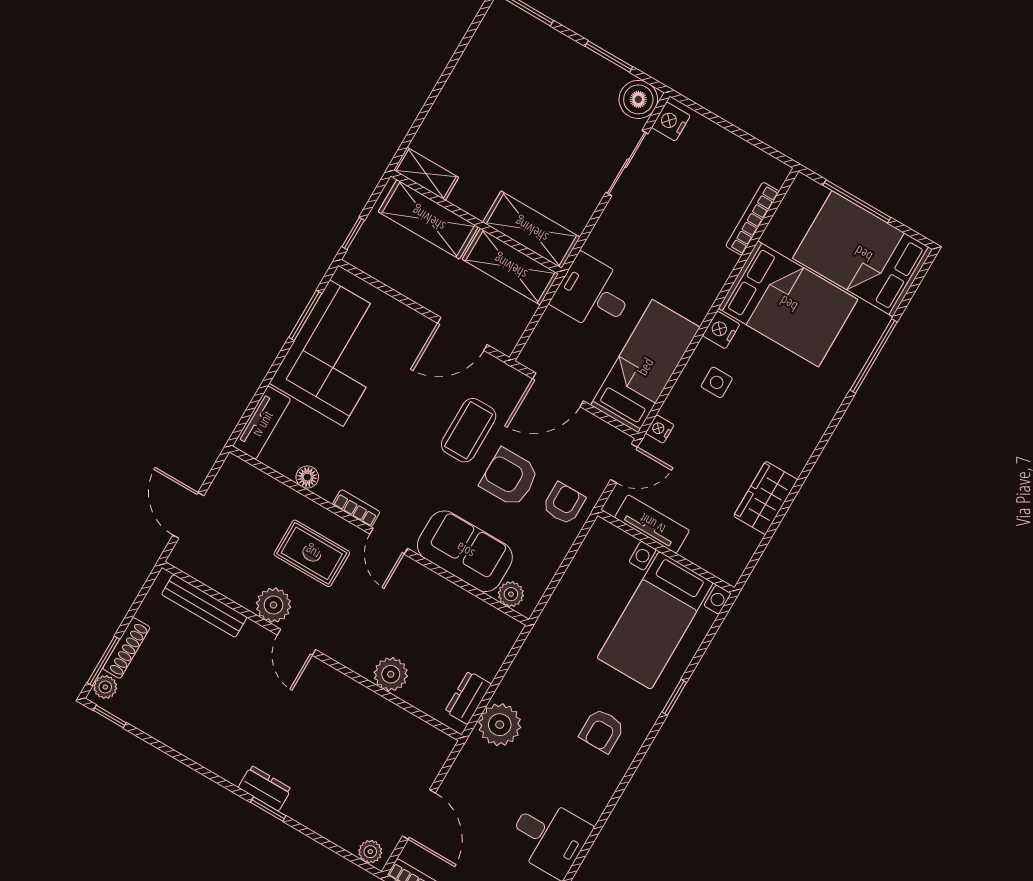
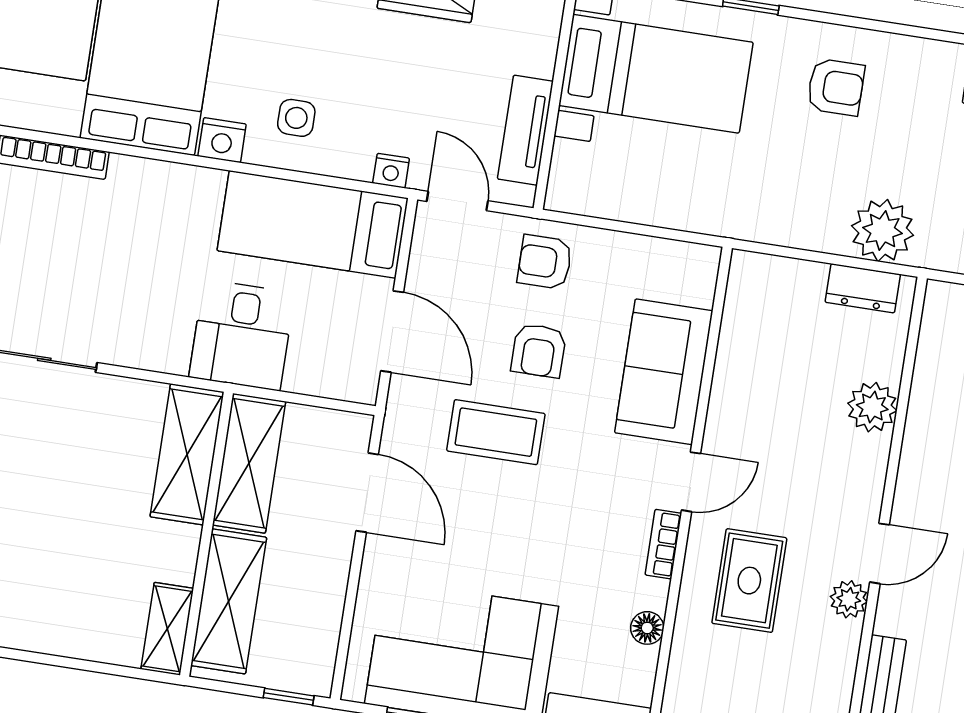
armchair: (509, 478) -> (539, 350), width x0.72, depth x0.72
plant: (511, 594) -> (698, 286), removed
plant: (274, 605) -> (849, 599), width x0.73, depth x0.73

